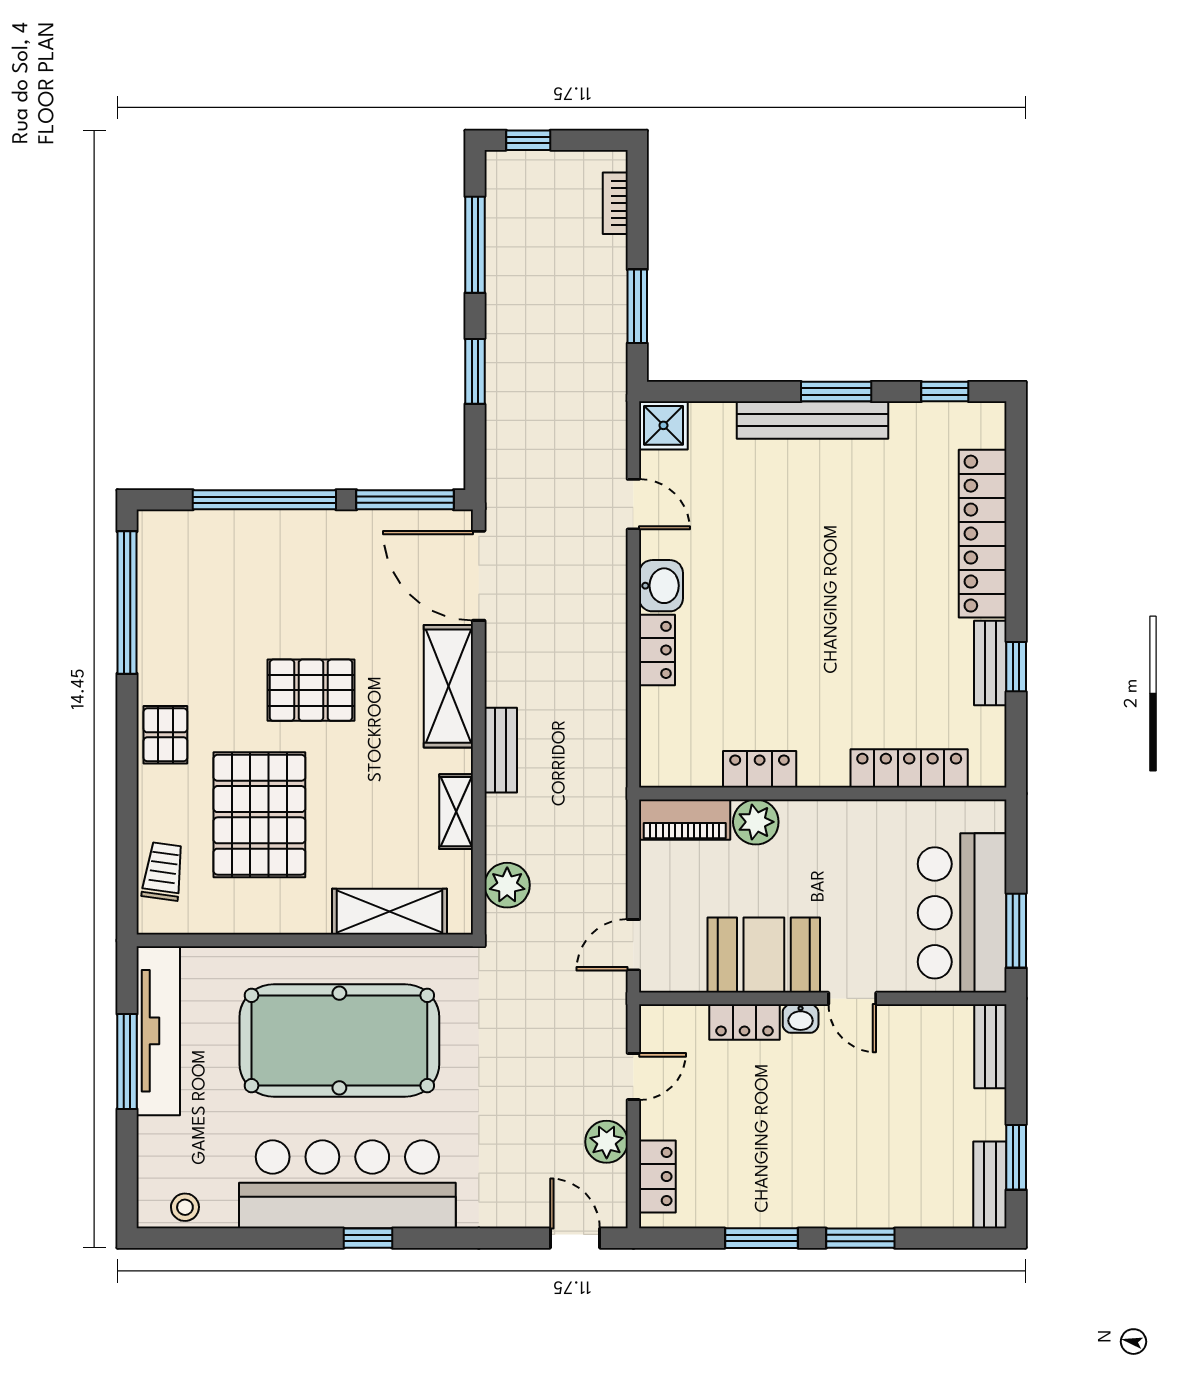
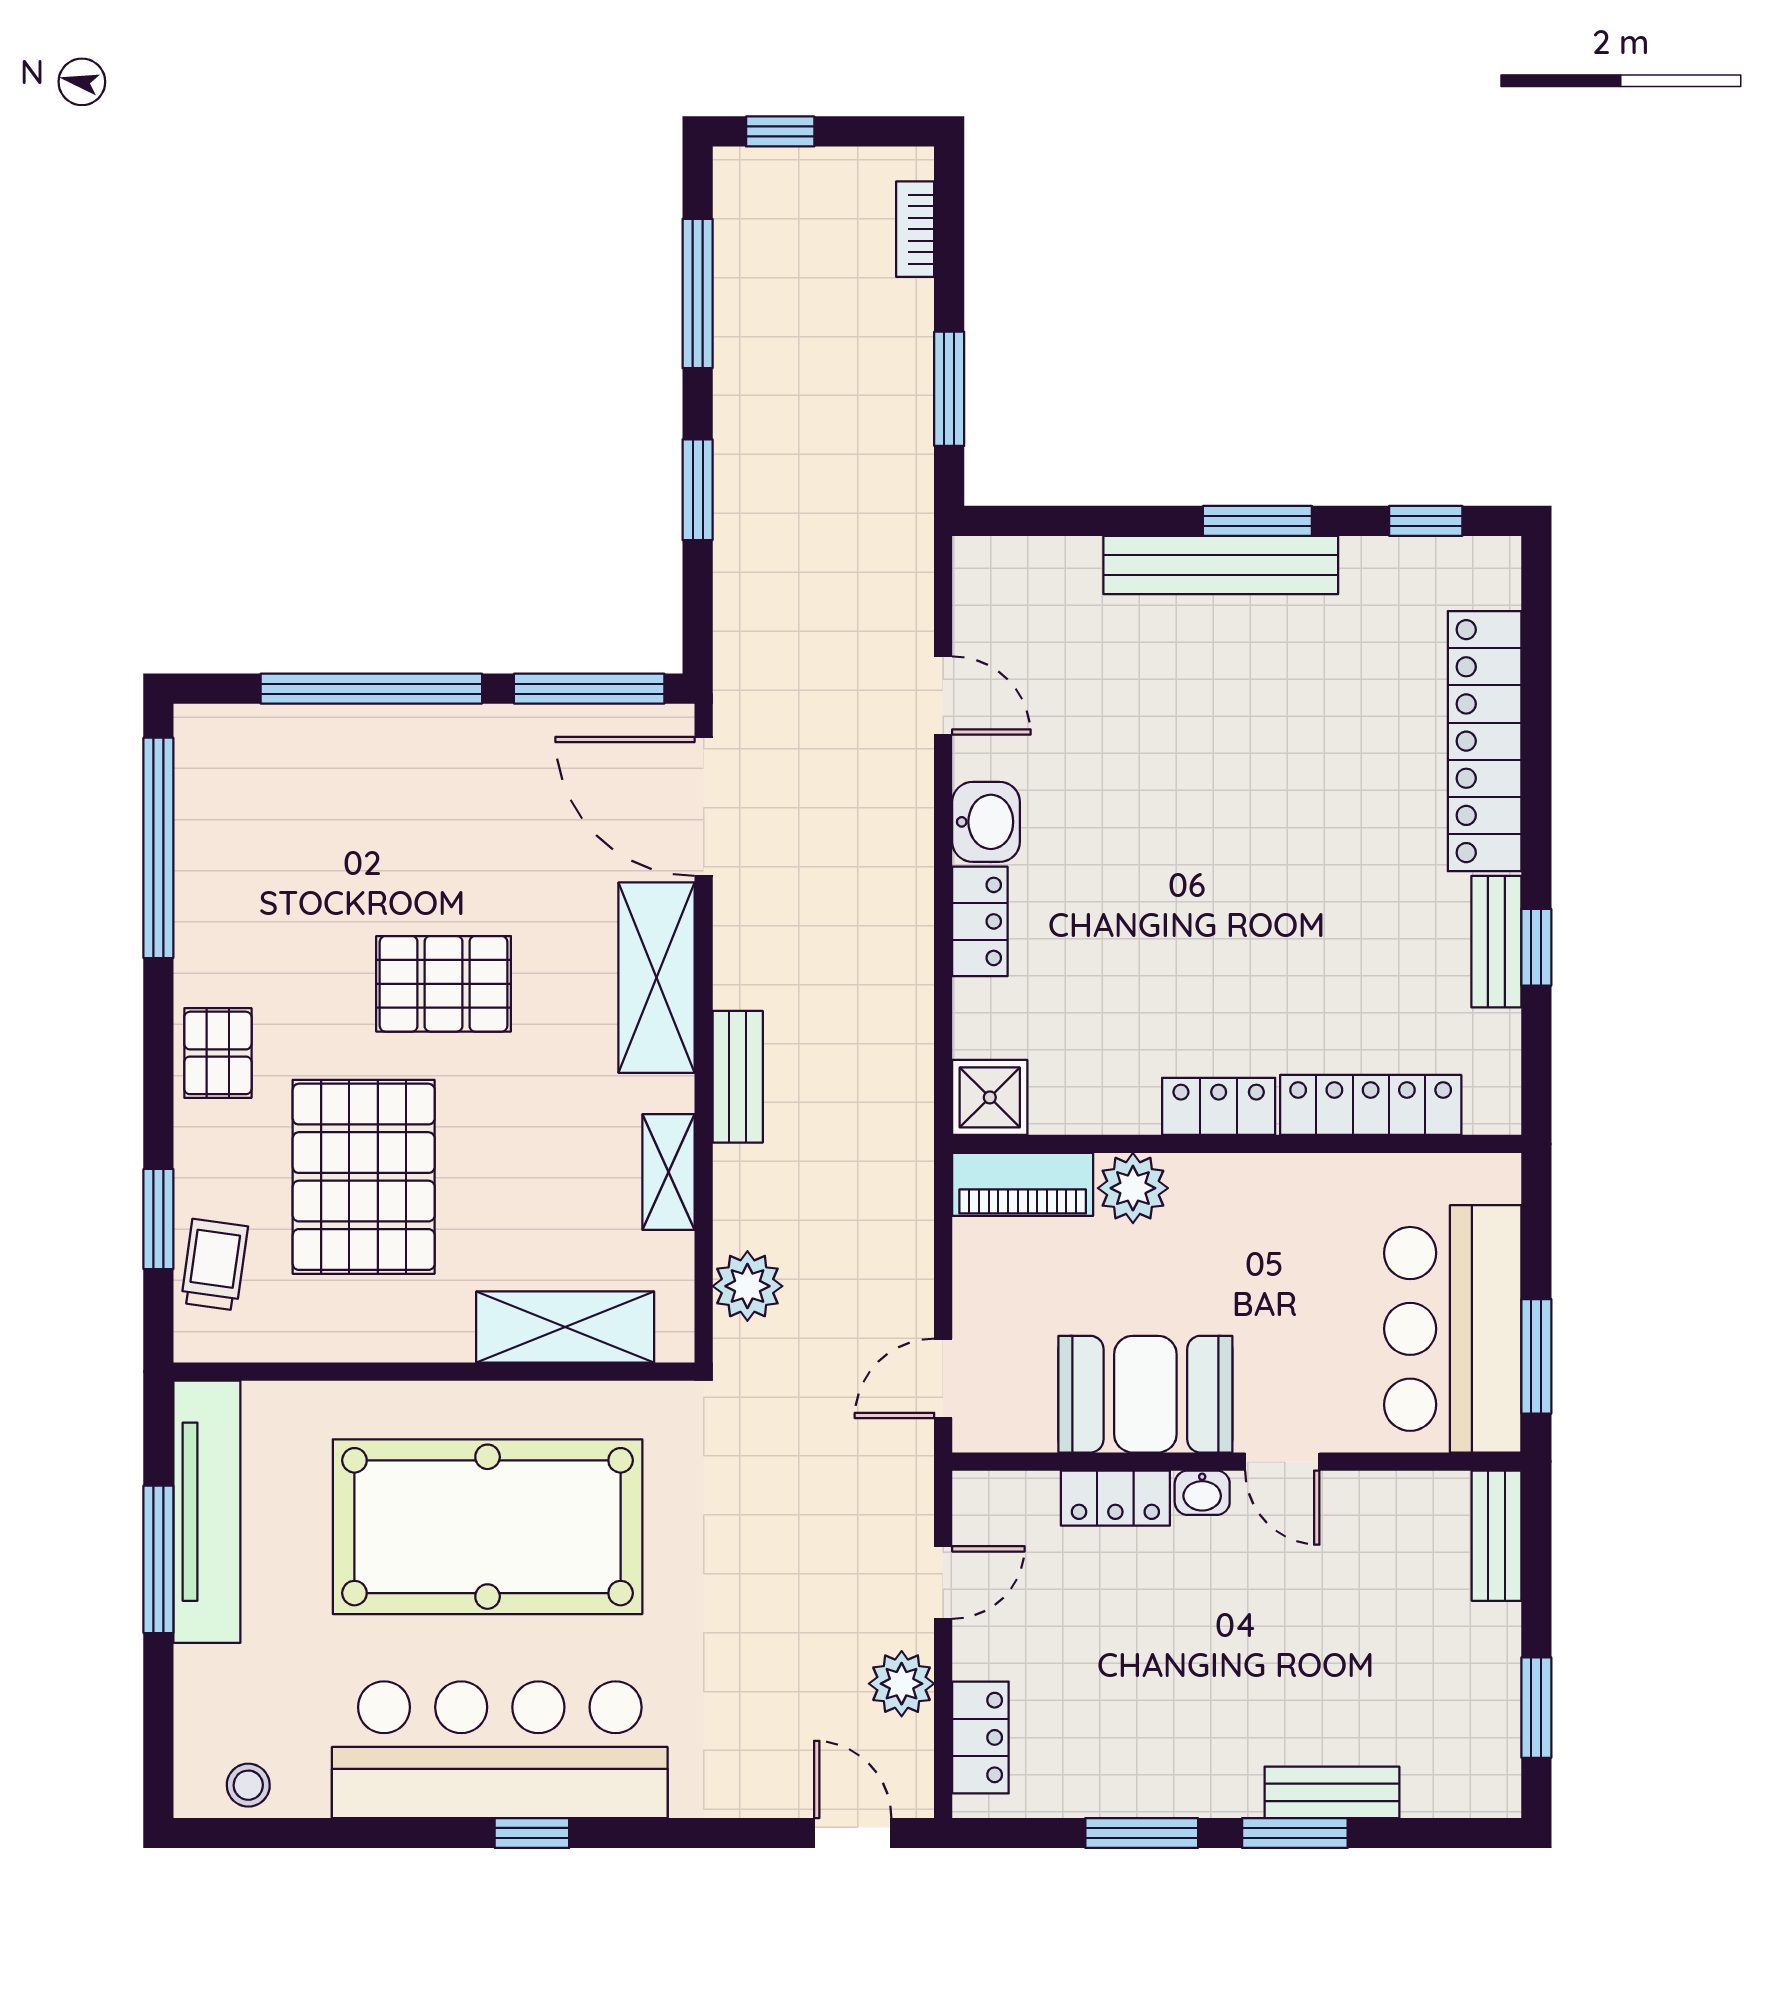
shower: (663, 425) -> (990, 1097), moved
locker: (760, 769) -> (1219, 1106), moved
window: (127, 842) -> (158, 1219), added
bench: (990, 1185) -> (1332, 1792), moved, turned 90

